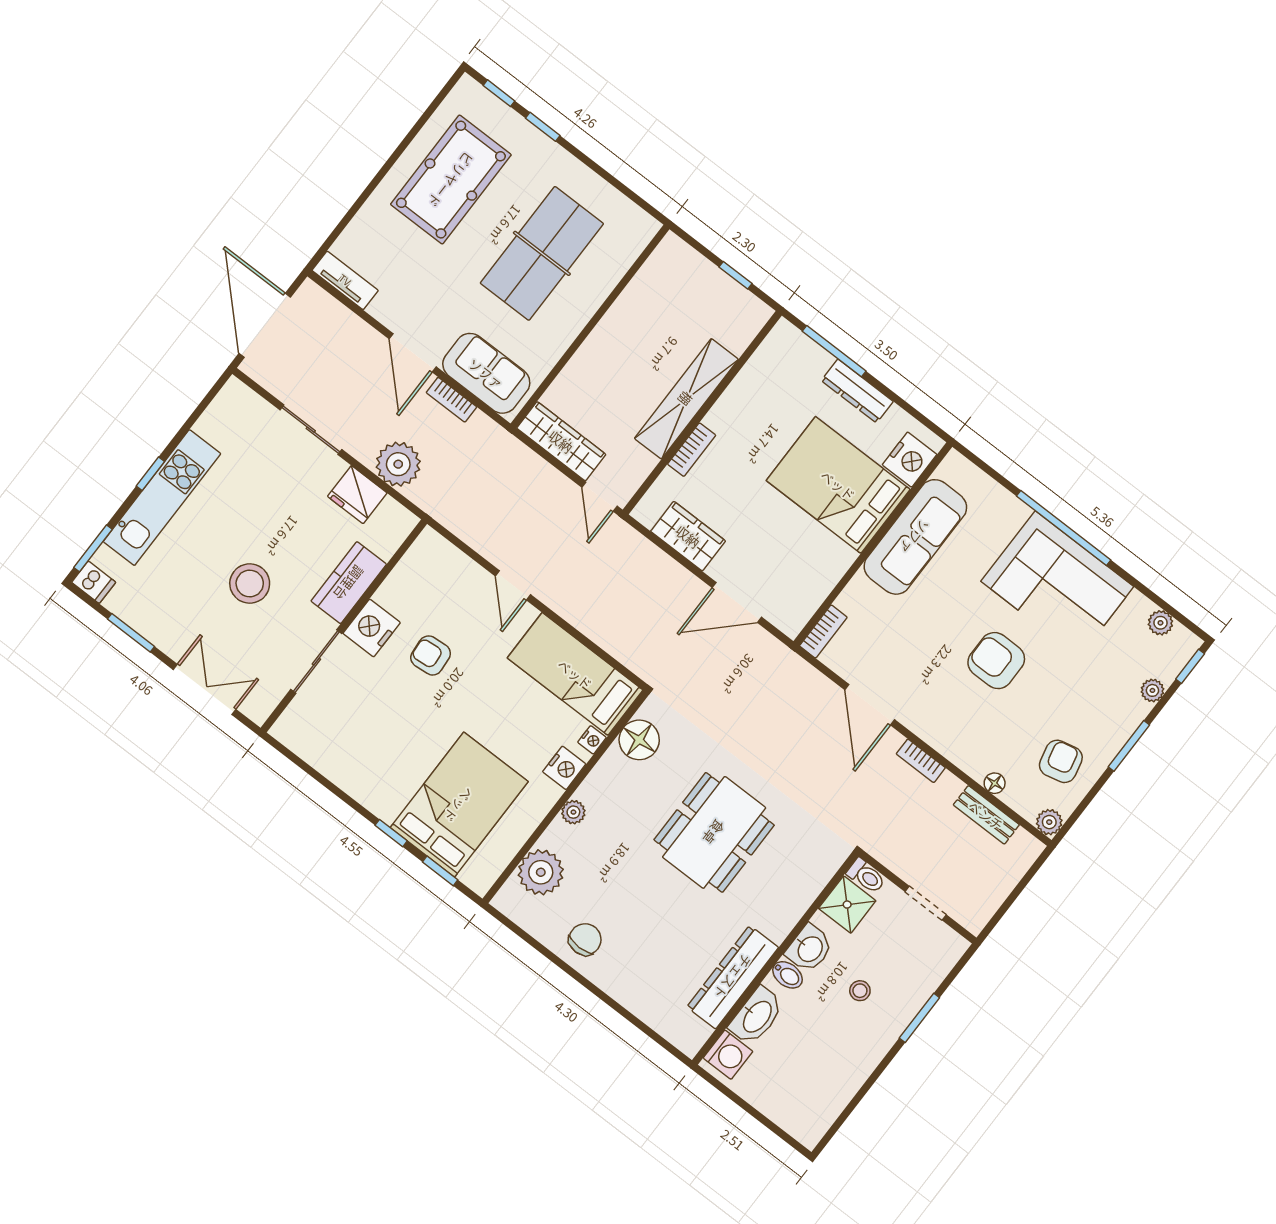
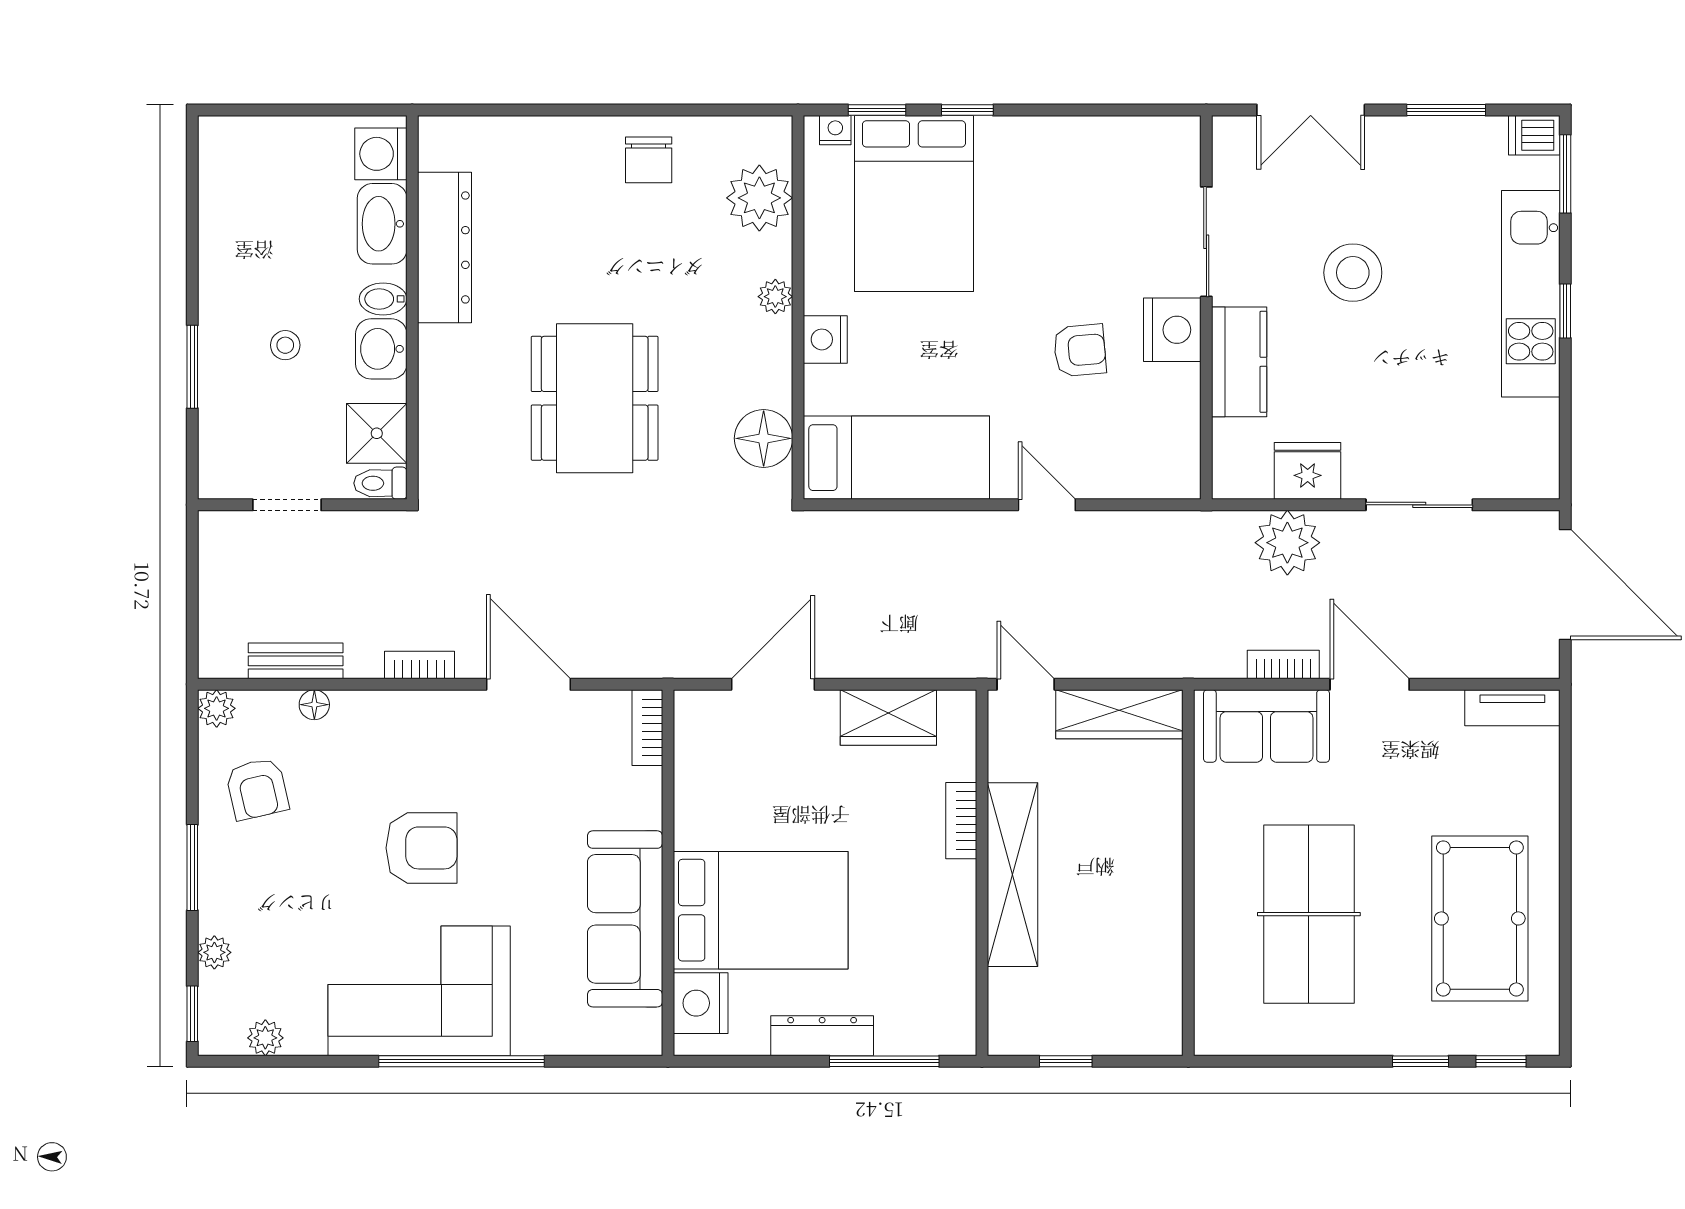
nightstand: (592, 740) -> (835, 130), moved, turned 90

